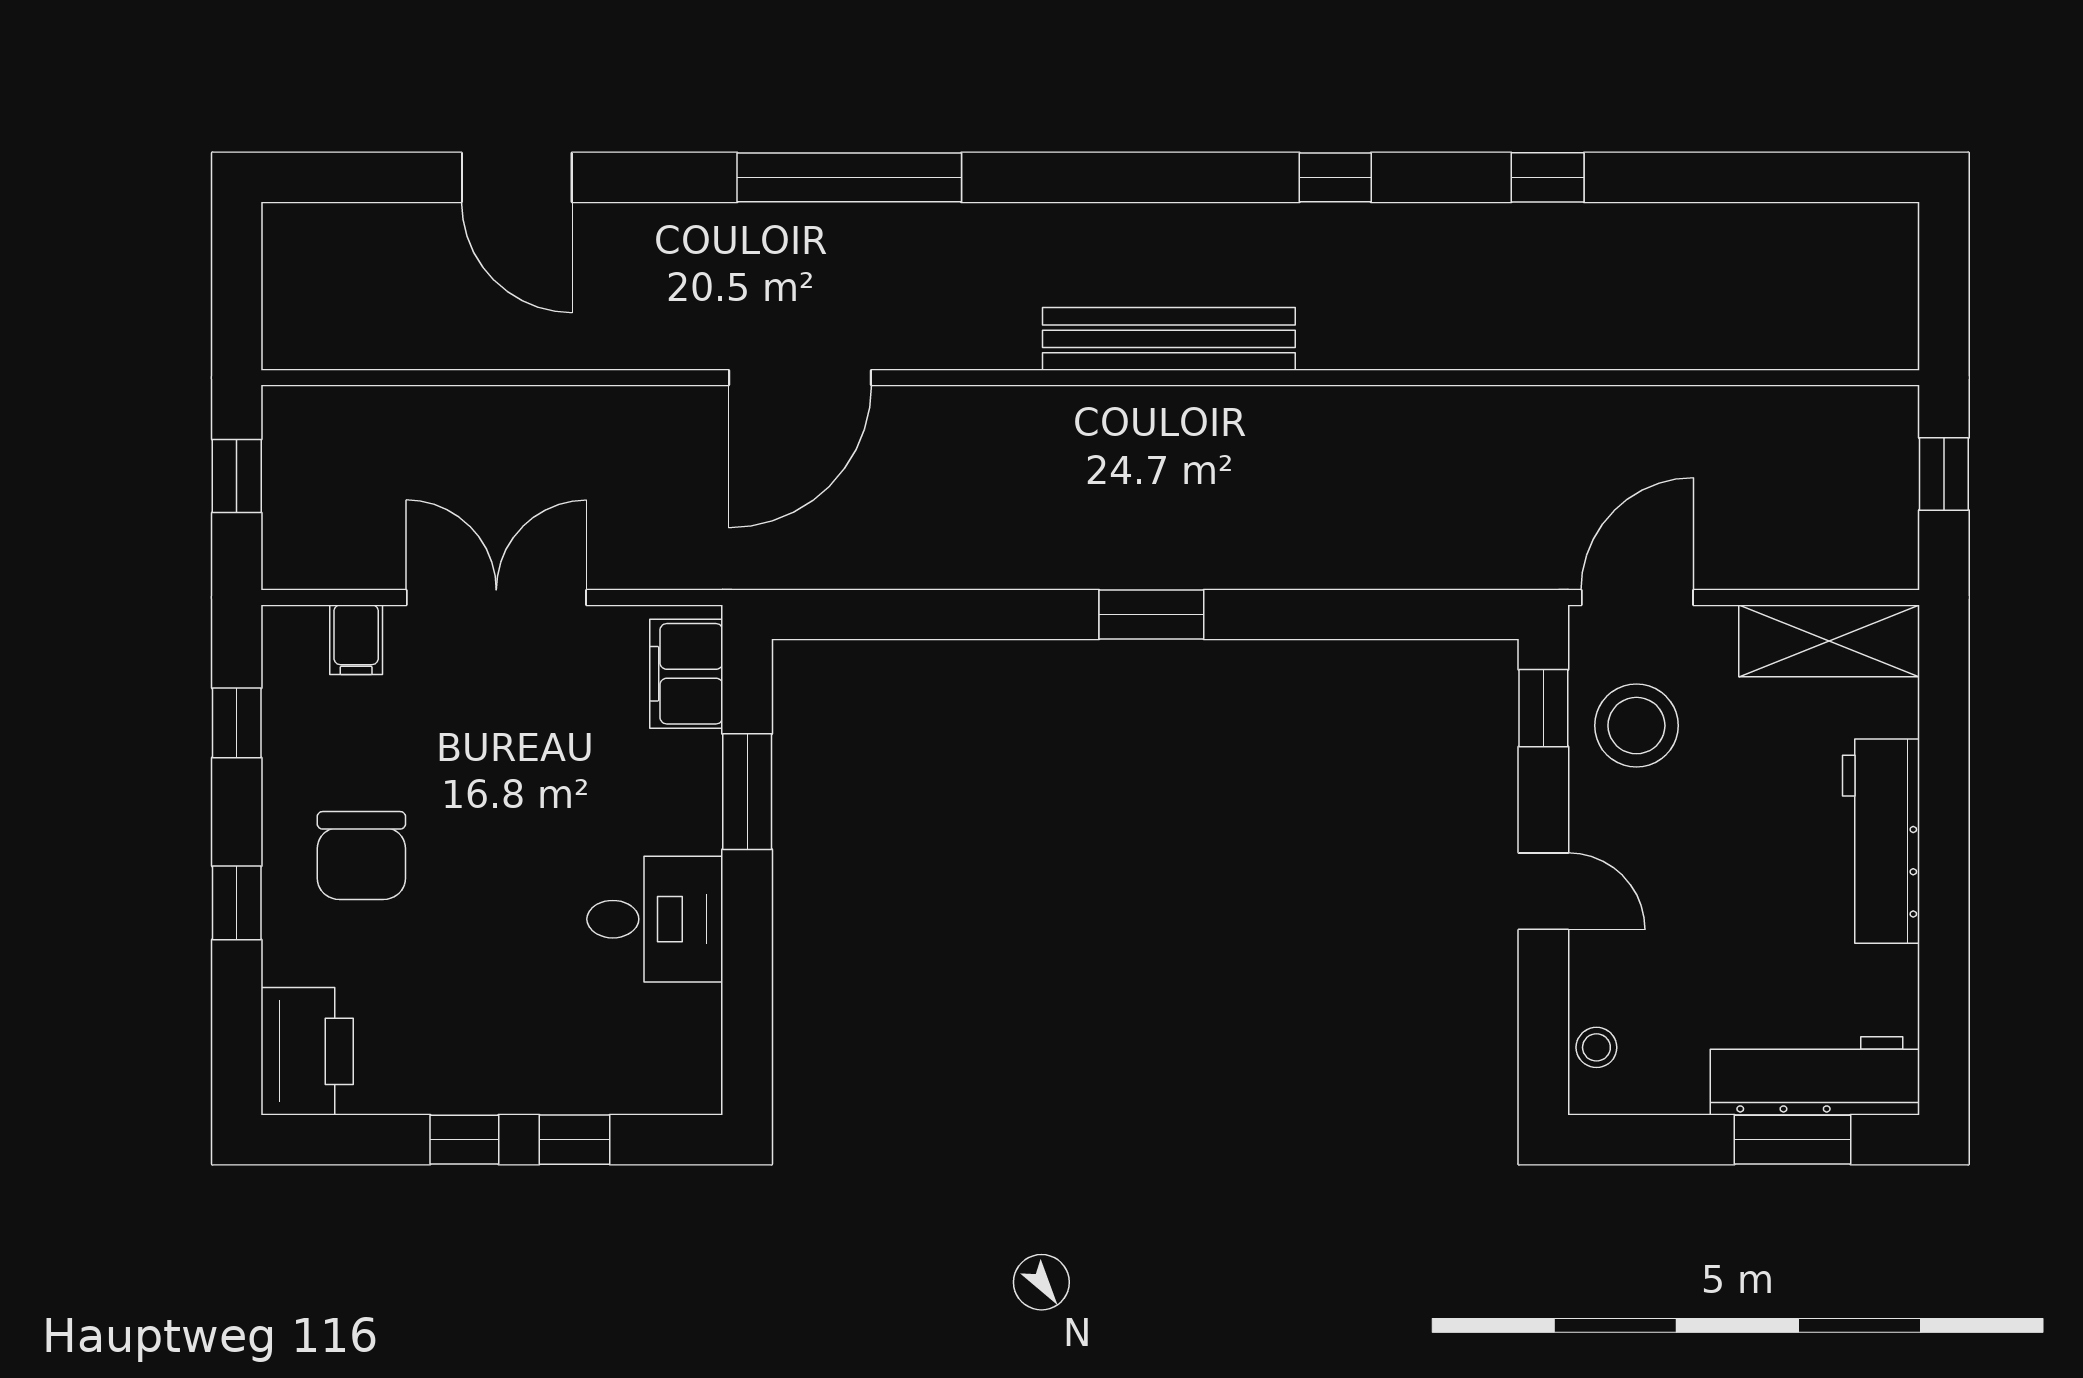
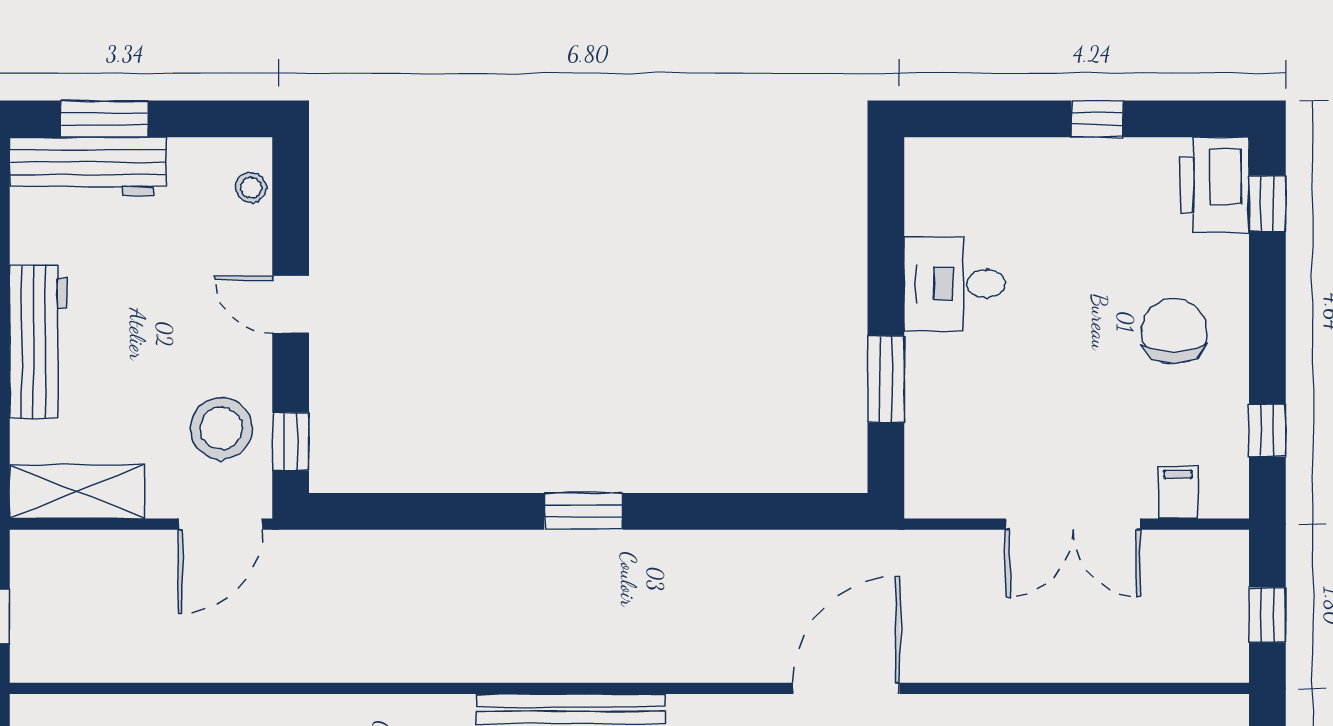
filing cabinet: (686, 674) -> (931, 467), removed
window: (237, 903) -> (1267, 203), moved
window: (574, 1140) -> (1015, 119), removed

